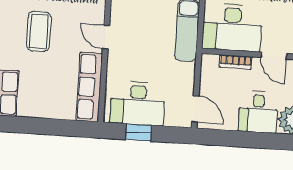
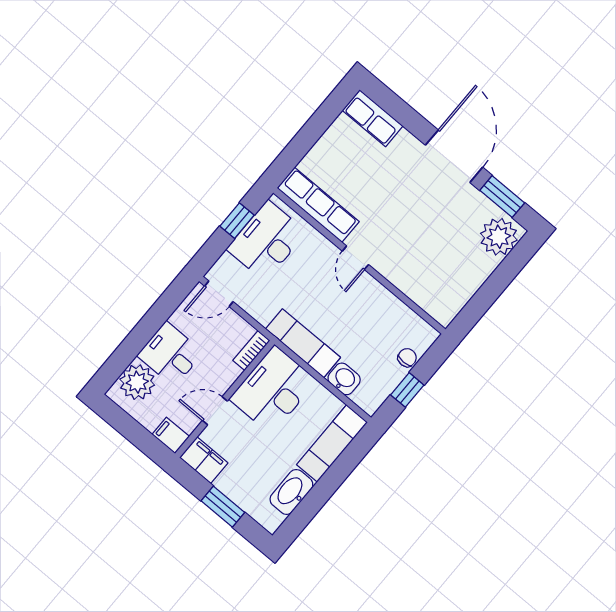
coffee table: (39, 31) -> (410, 195), removed
door: (106, 37) -> (355, 258), swing flipped
bookcase: (236, 62) -> (251, 350), moved

